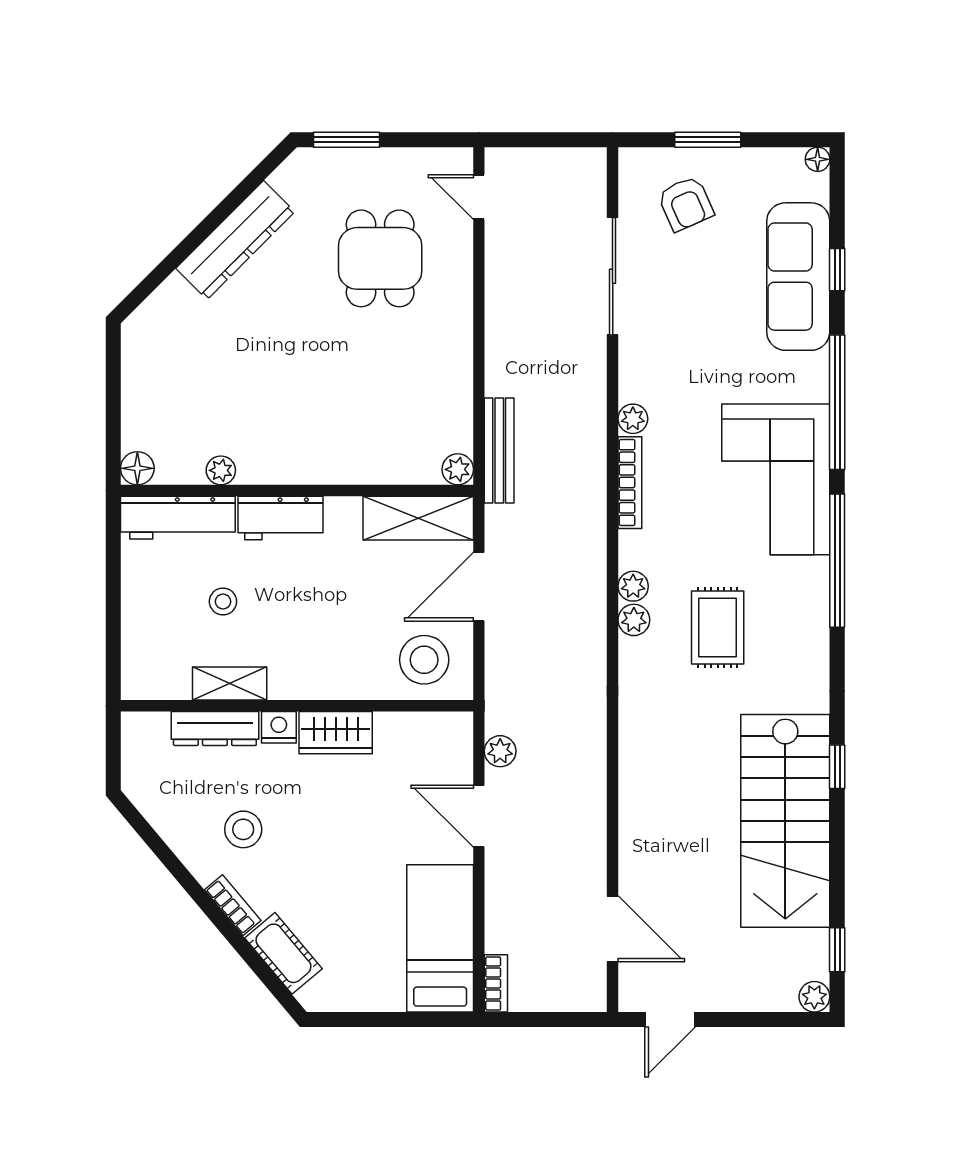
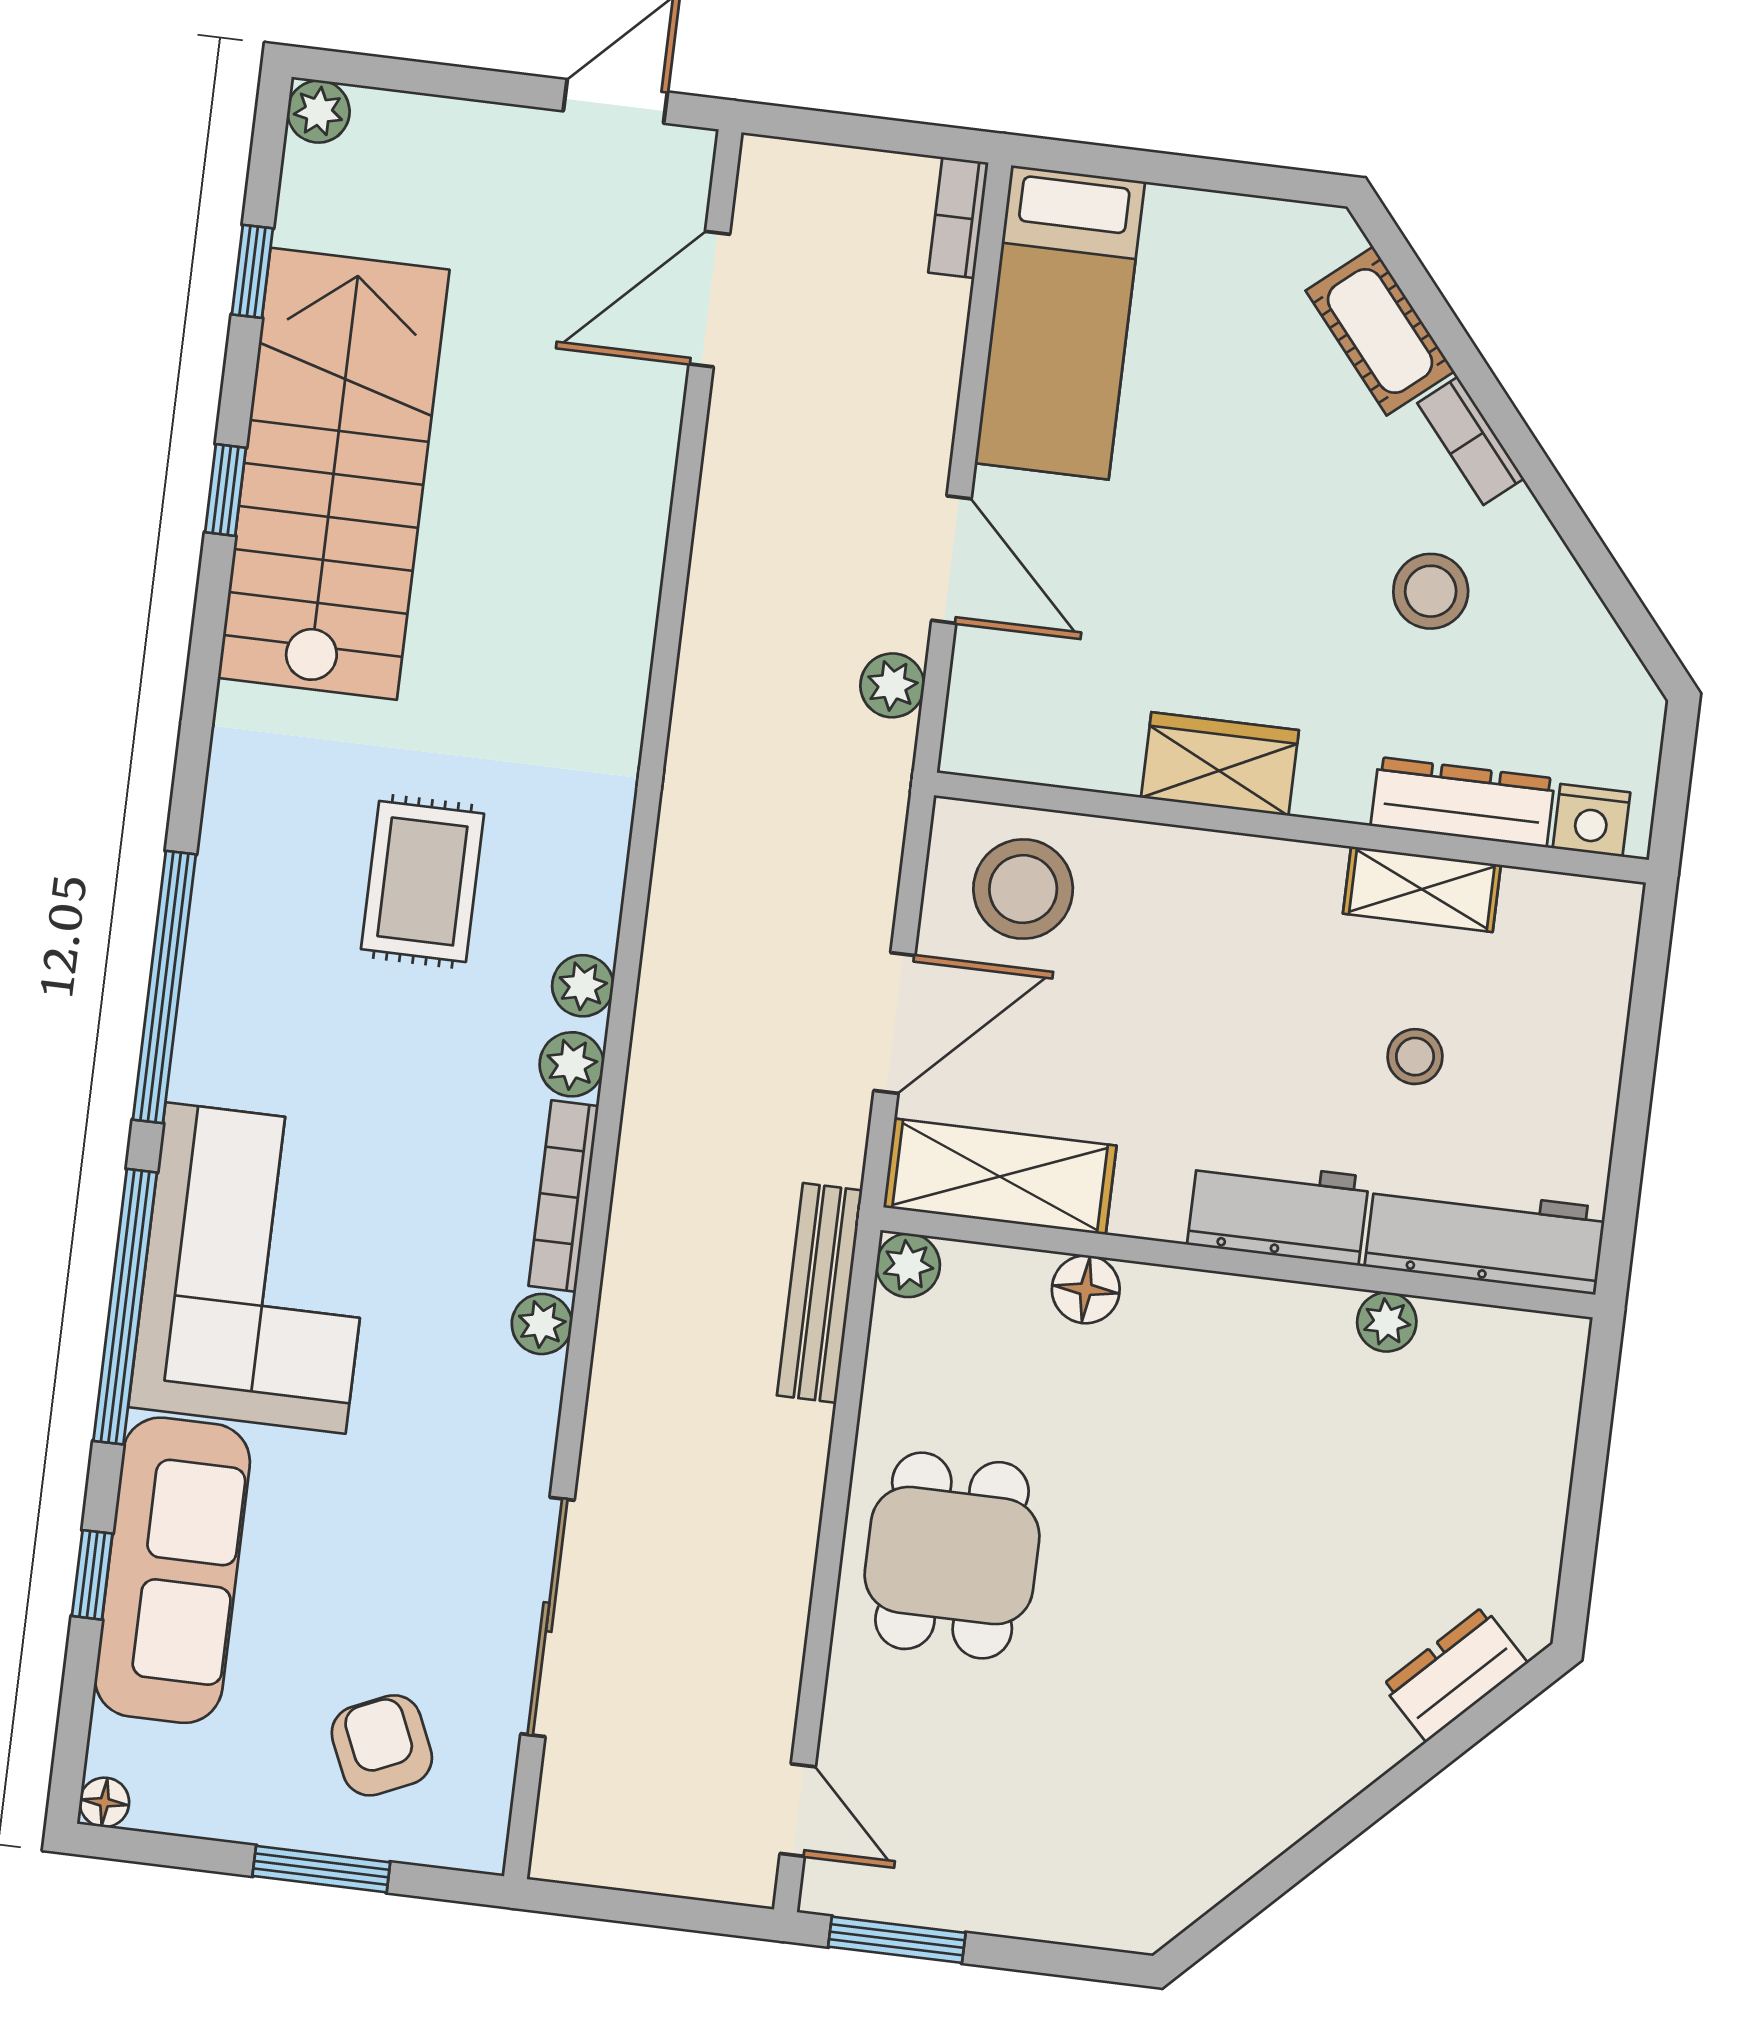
window: (347, 140) -> (897, 1940), moved
dresser: (235, 240) -> (1455, 1674), moved, width x0.51, depth x0.80
dining table: (380, 258) -> (952, 1556), moved
floor lamp: (137, 468) -> (1086, 1289), moved
corner sofa: (776, 479) -> (256, 1268), moved
plant: (634, 620) -> (572, 1064), moved
nightstand: (279, 727) -> (1591, 820), moved
window: (837, 767) -> (225, 490), moved
door: (613, 929) -> (709, 299), hinge flipped
window: (837, 950) -> (252, 271), moved

